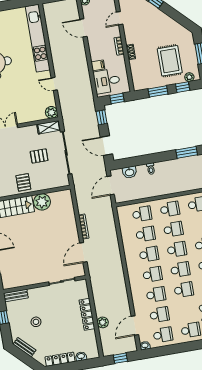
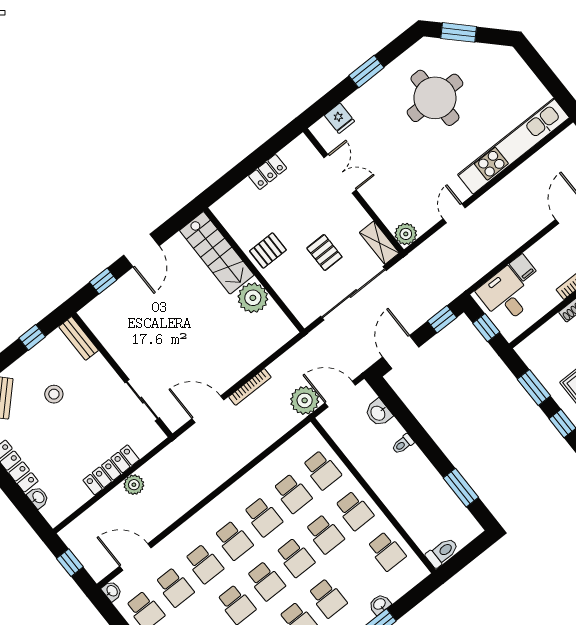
plant: (104, 204) -> (305, 400), added
plant: (103, 322) -> (134, 485), moved

